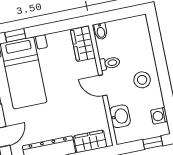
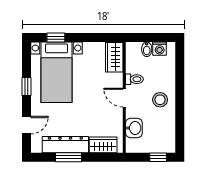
bidet: (101, 31) -> (147, 49), moved
washing machine: (159, 116) -> (160, 49), moved, turned -90

